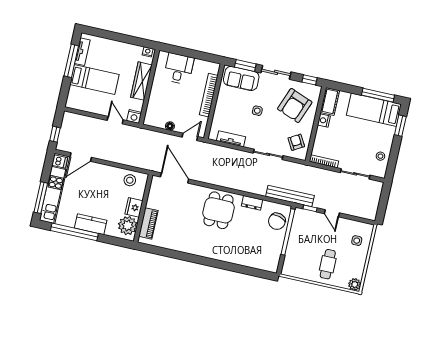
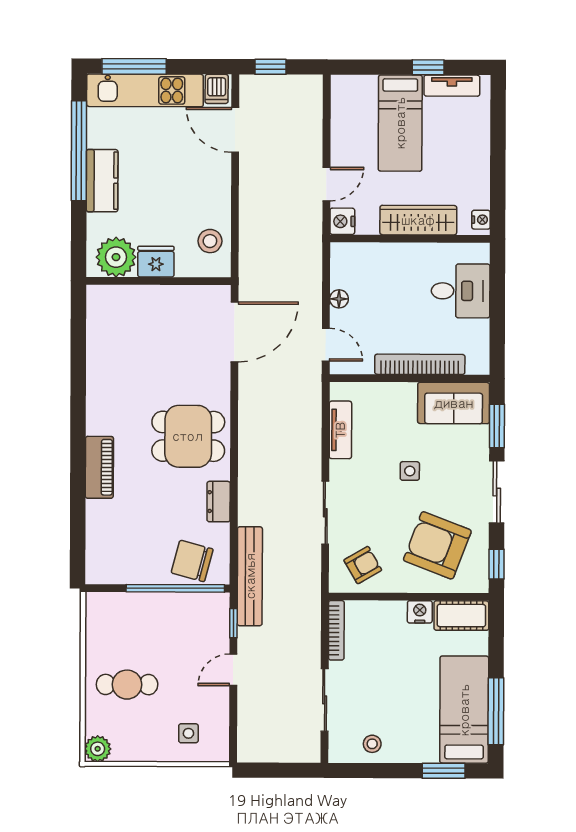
window: (71, 61) -> (428, 67), width x0.46
sofa: (241, 78) -> (454, 403), moved, turned -90
piano: (148, 223) -> (99, 467), moved, turned -90

